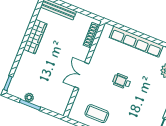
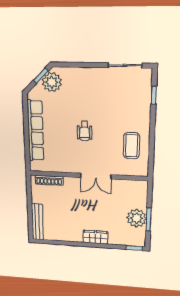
wardrobe: (35, 37) -> (95, 237), moved, width x0.67
plant: (29, 98) -> (137, 218), width x1.87, depth x1.87

